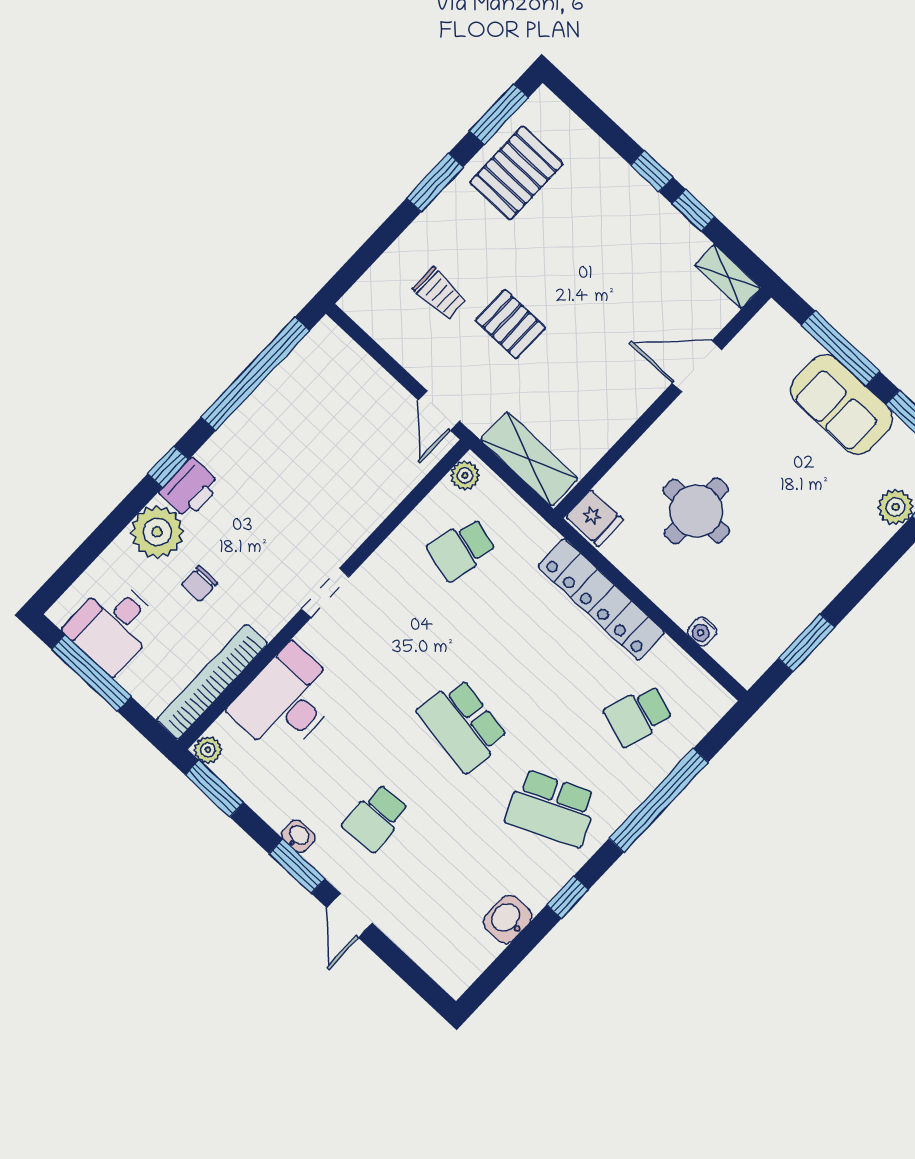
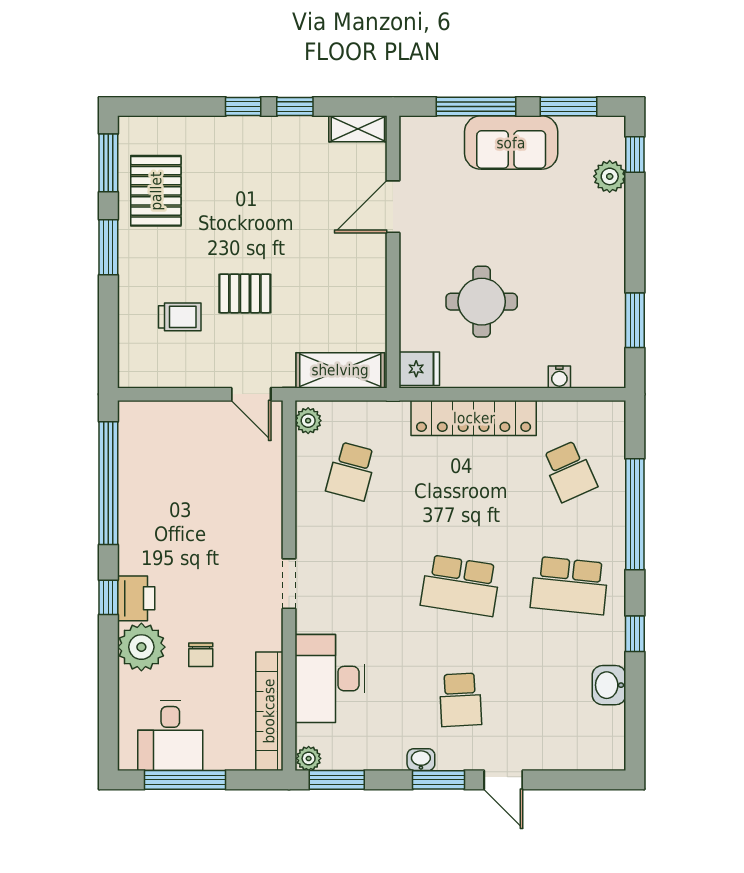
school desk: (638, 716) -> (569, 471), turned -42
school desk: (551, 808) -> (569, 586), turned 30

